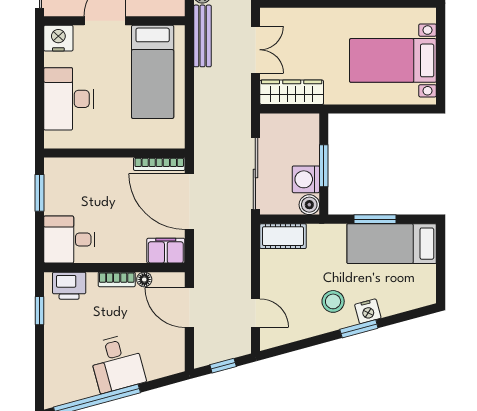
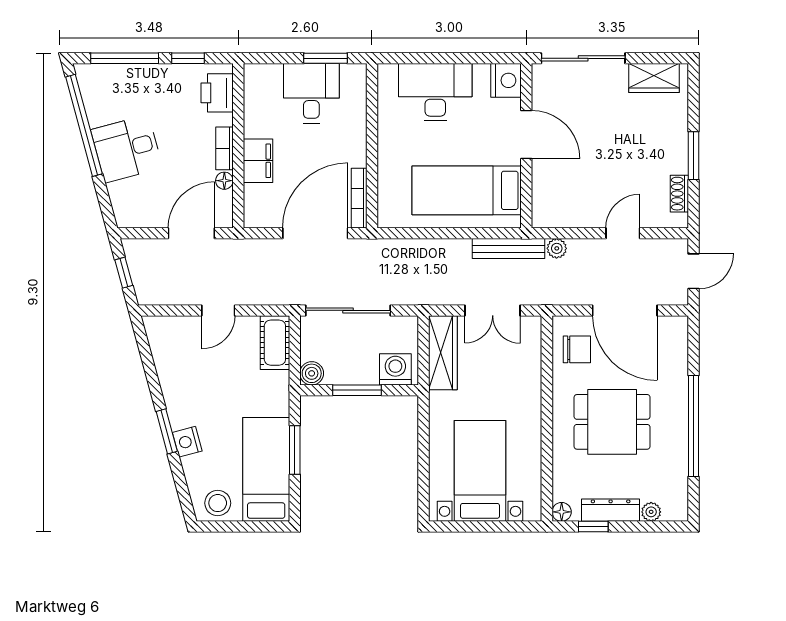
washing machine: (306, 179) -> (395, 369), moved
desk: (69, 240) -> (311, 93), moved
filing cabinet: (166, 251) -> (258, 161), moved
stool: (333, 301) -> (218, 503), moved
door: (255, 313) -> (218, 310), moved
window: (39, 365) -> (125, 58), added

